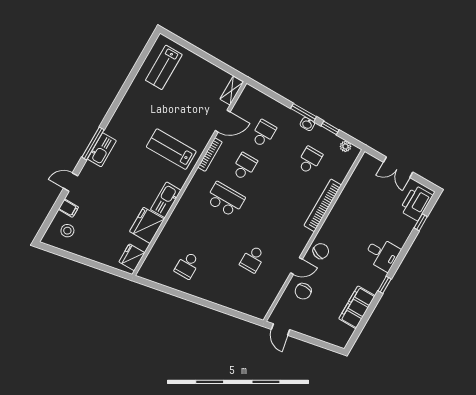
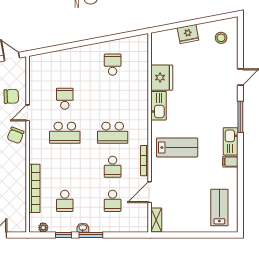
kitchen sink: (102, 150) -> (231, 141), moved
bookcase: (323, 205) -> (34, 188), moved
filing cabinet: (68, 208) -> (230, 162), moved
school desk: (272, 226) -> (65, 133), added
fridge: (132, 257) -> (188, 34), moved, turned 79
chair: (303, 291) -> (11, 96), turned 88

